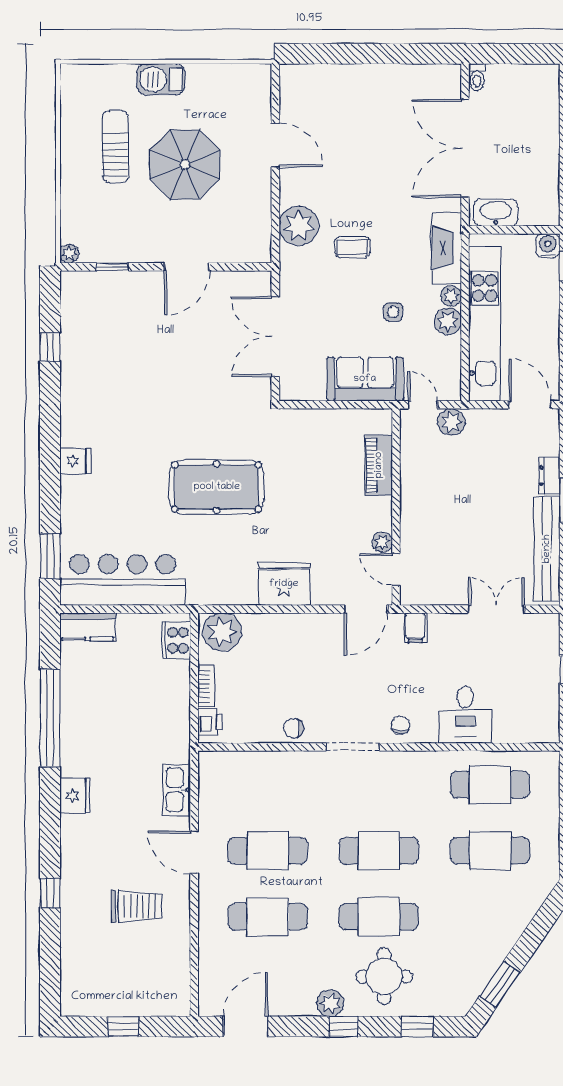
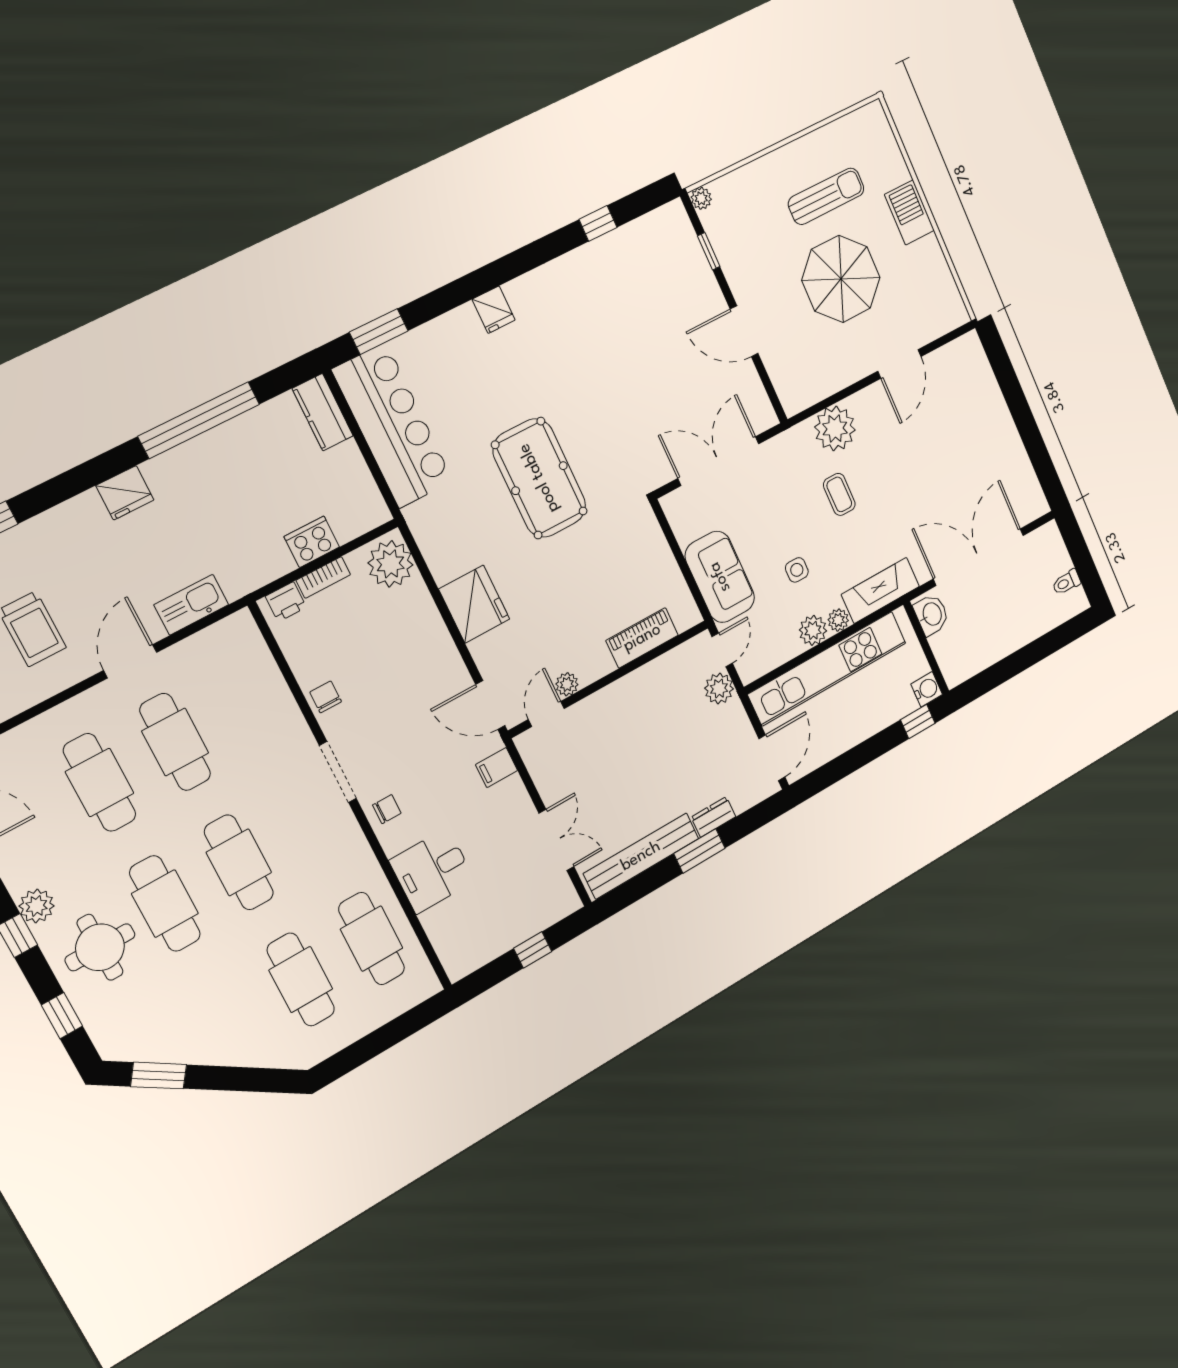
toilet: (477, 77) -> (1066, 582), moved
washbasin: (496, 212) -> (931, 614), width x0.72
cooker: (176, 640) -> (312, 542), moved

